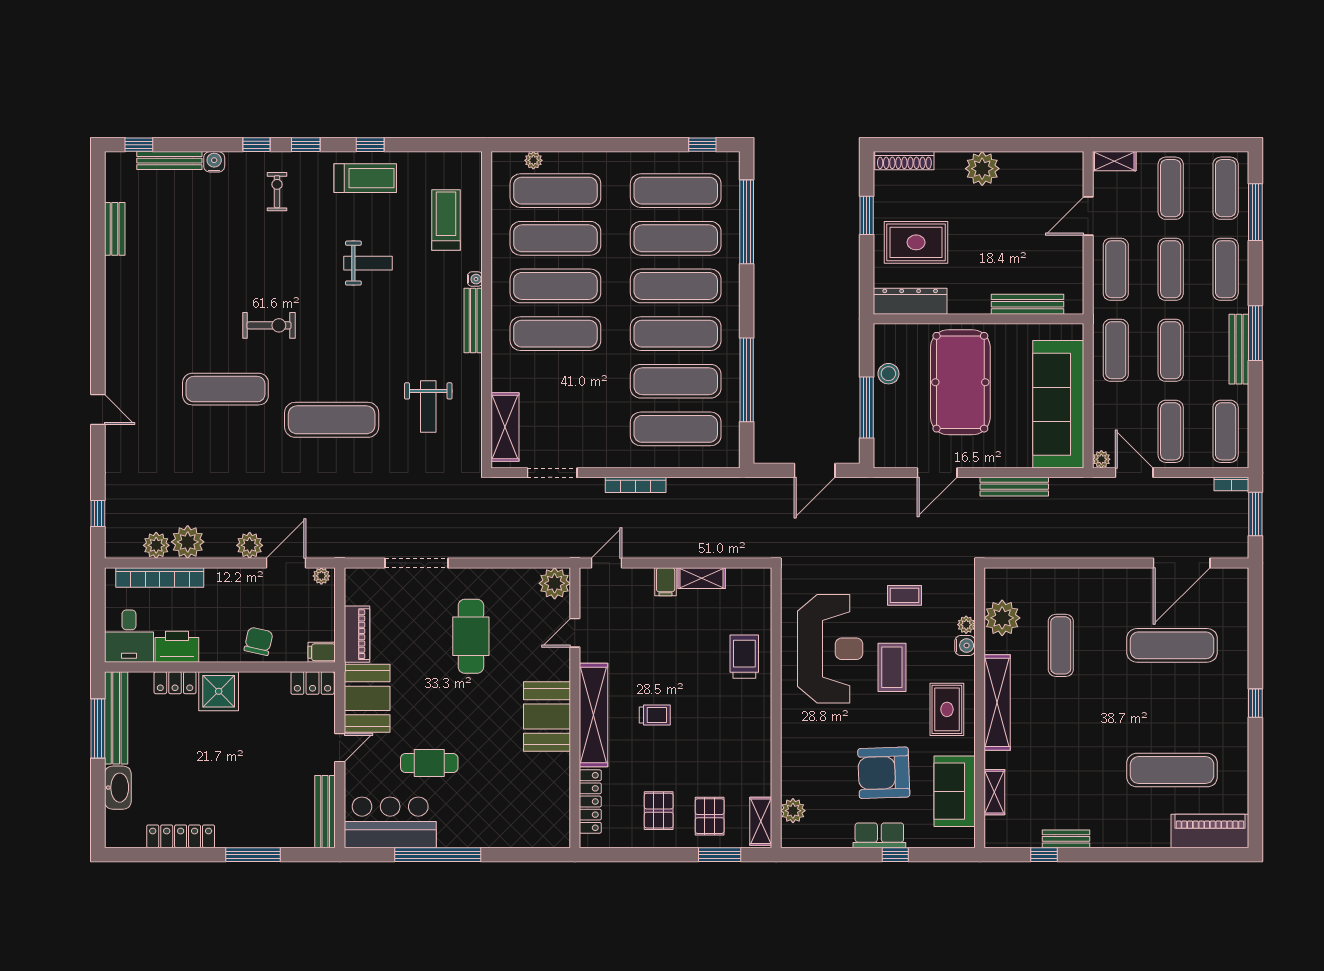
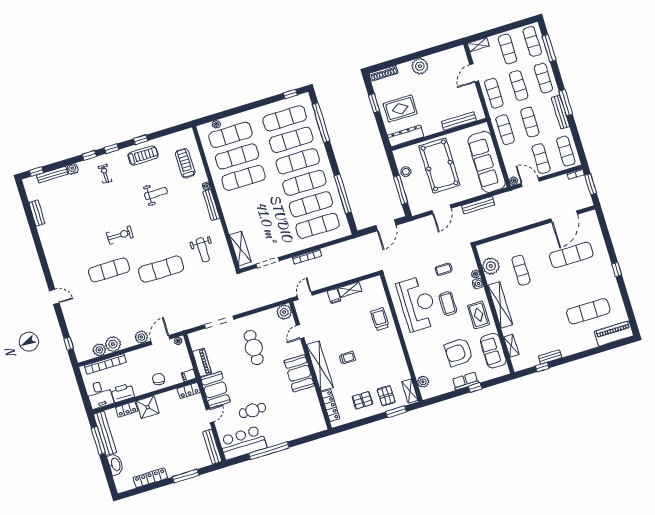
exercise mat: (555, 334) -> (250, 199), removed
pallet: (659, 811) -> (362, 400), turned 90

